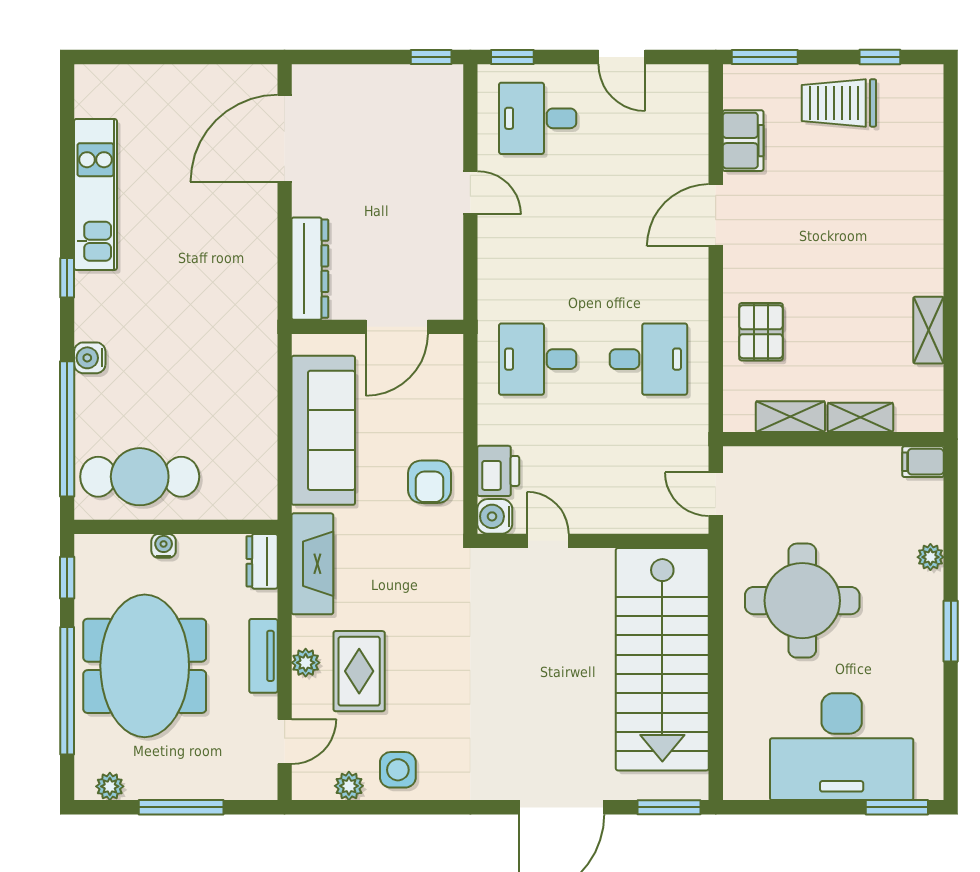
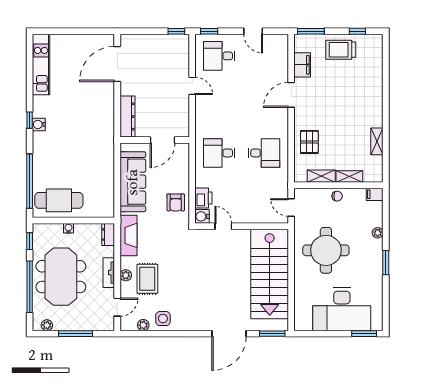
kitchen unit: (95, 194) -> (41, 64), moved
water cooler: (90, 358) -> (39, 124), moved
chair: (830, 466) -> (337, 196), added

